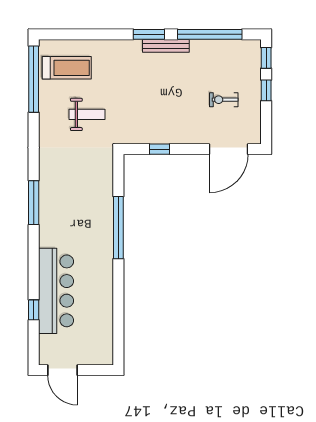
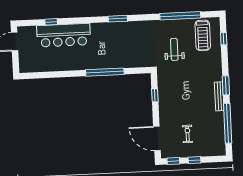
window: (74, 34) -> (224, 39), added
window: (266, 58) -> (173, 161), moved
window: (34, 79) -> (180, 16), moved
weight bench: (87, 114) -> (174, 49), turned 180
window: (34, 203) -> (118, 19), width x0.69

